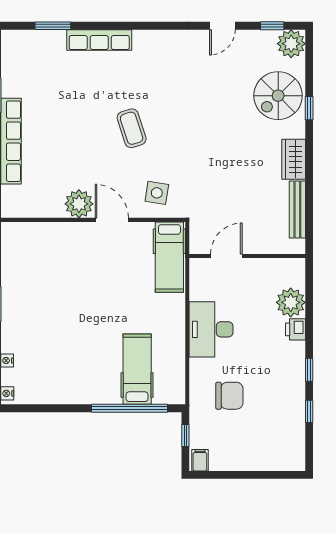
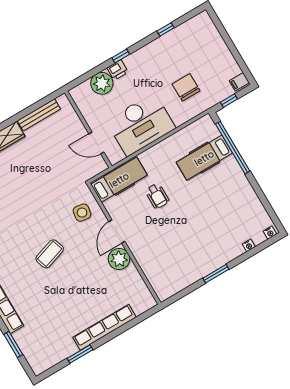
wheelchair: (125, 290) -> (157, 196), added
desk: (211, 329) -> (141, 124), width x1.36, depth x1.30
window: (309, 370) -> (121, 56), moved

